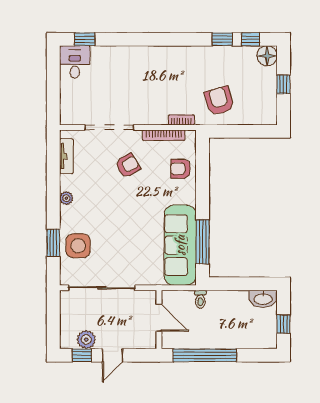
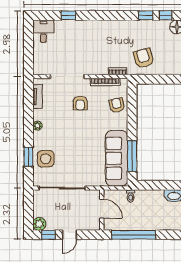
window: (85, 39) -> (68, 15), moved
armchair: (128, 166) -> (80, 103), turned 121
armchair: (181, 169) -> (117, 105), turned 77
plant: (86, 340) -> (39, 224), moved

